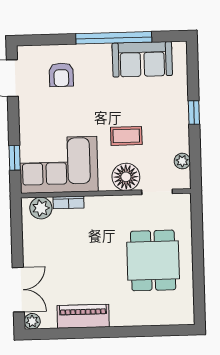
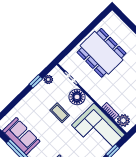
window: (194, 113) -> (36, 81), moved
dining table: (153, 260) -> (101, 53), width x1.38

